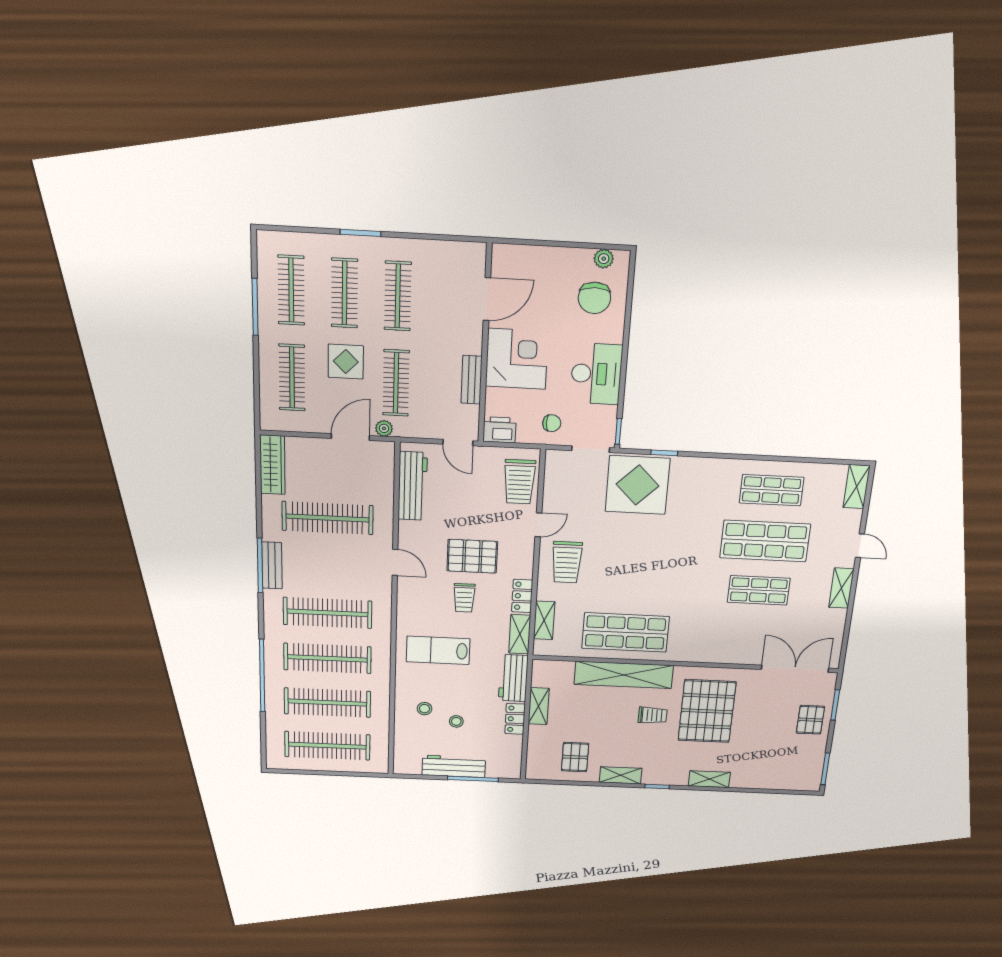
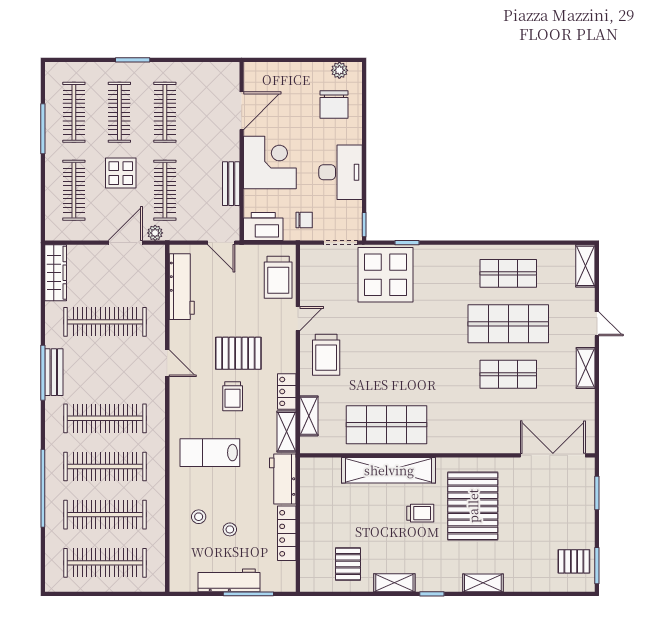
printer: (500, 430) -> (263, 226), width x1.37, depth x1.19
shelving: (539, 706) -> (309, 509), removed
locker: (515, 719) -> (287, 533), width x1.53
pallet: (810, 720) -> (574, 561), moved, turned 90

